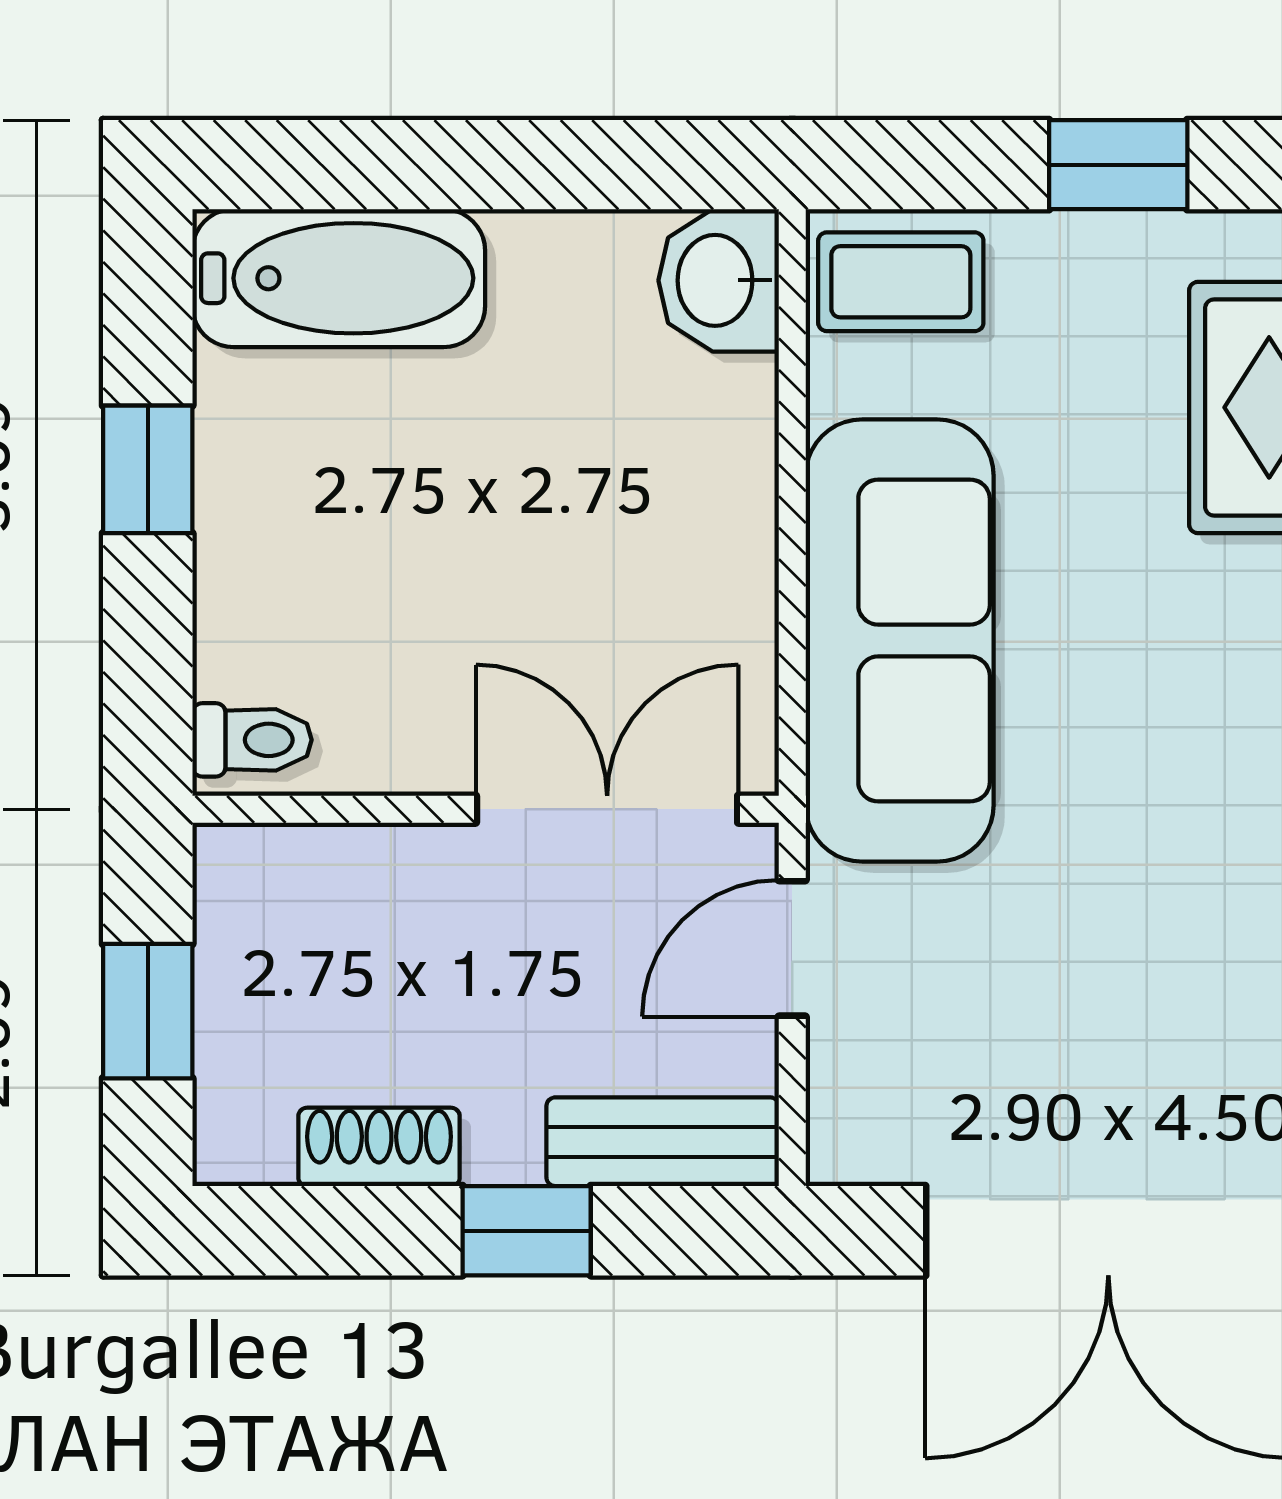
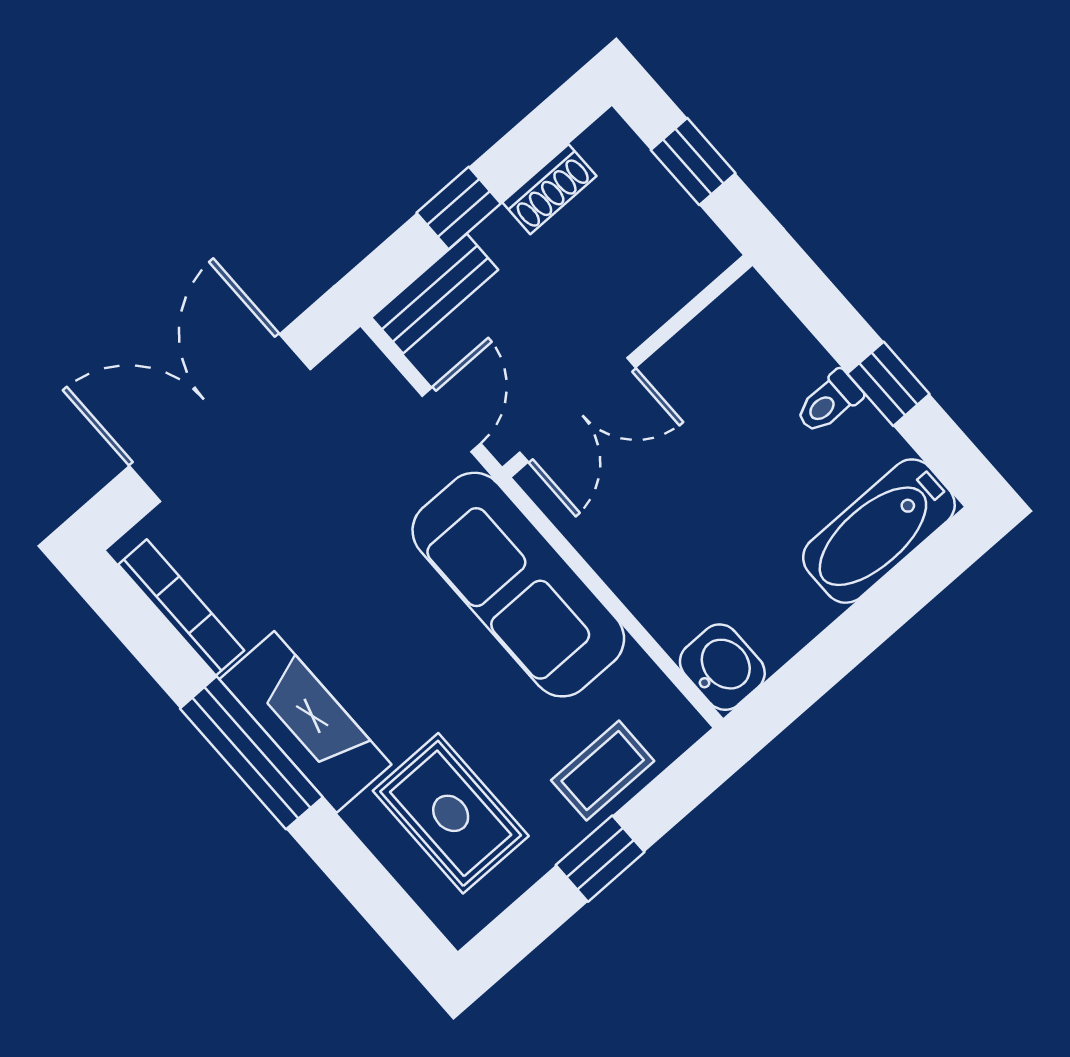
coffee table: (901, 282) -> (603, 771), moved
toilet: (252, 740) -> (829, 402), moved

